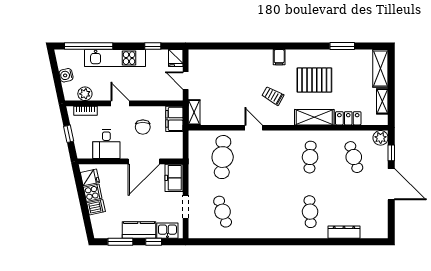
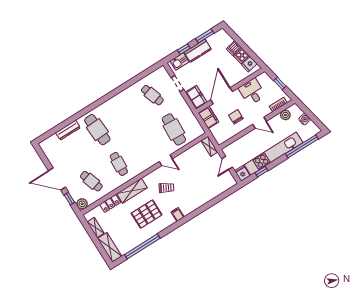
window: (342, 46) -> (142, 246), width x2.11
kitchen unit: (115, 58) -> (274, 154), width x1.36
door: (186, 81) -> (227, 163), swing flipped
filing cabinet: (174, 119) -> (208, 117), moved
cafe table: (310, 212) -> (97, 130), width x1.37, depth x1.35

